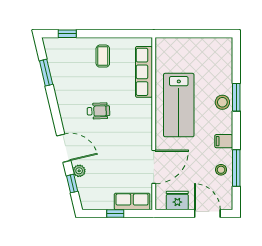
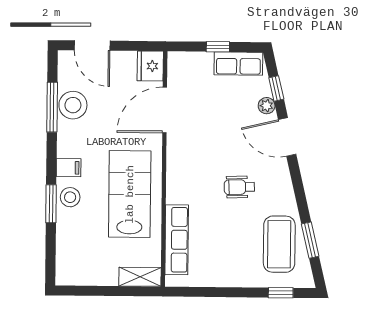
shelving: (171, 44) -> (140, 277), added
coffee table: (103, 56) -> (279, 244), moved, width x1.86, depth x1.72
filing cabinet: (224, 141) -> (69, 168), moved
stool: (221, 170) -> (73, 105), width x1.89, depth x1.89
row of seats: (132, 201) -> (238, 64), moved
fridge: (177, 201) -> (150, 66), moved, turned 90

